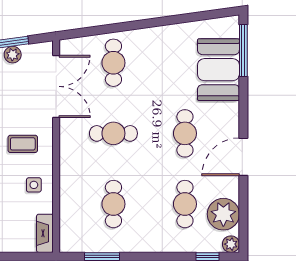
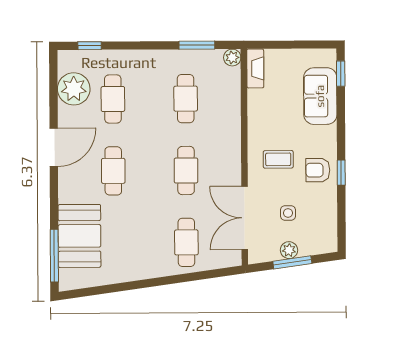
cafe table: (113, 133) -> (186, 171), turned 90
side table: (34, 185) -> (288, 213), moved
plant: (231, 244) -> (232, 58), moved

